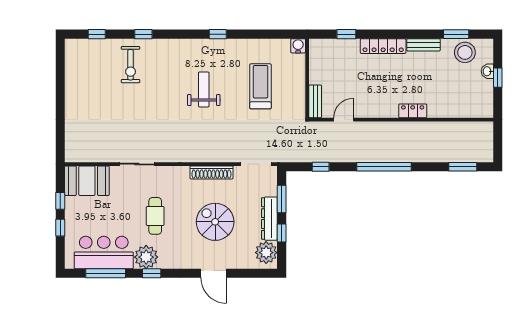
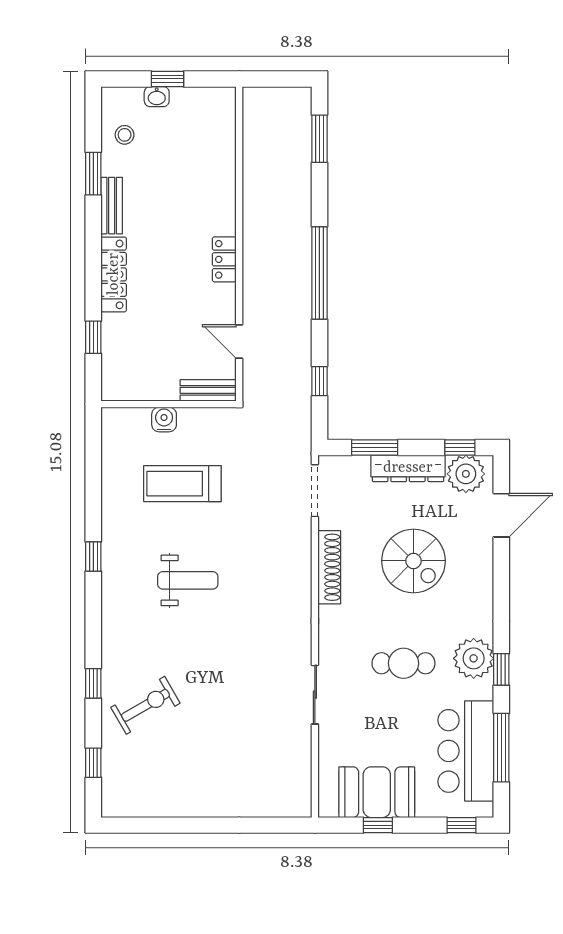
window: (456, 34) -> (93, 174), moved
water cooler: (298, 46) -> (164, 419), moved, turned 90
stool: (465, 52) -> (125, 135), width x0.53, depth x0.53
exercise bike: (131, 65) -> (145, 705), turned -30
weight bench: (204, 89) -> (188, 580), turned 180
locker: (413, 111) -> (224, 259), moved
booth: (87, 181) -> (377, 792), moved, turned 90
spiral stairs: (215, 222) -> (413, 561), turned -90
window: (60, 228) -> (461, 825), moved
window: (282, 233) -> (460, 448), moved
plant: (146, 257) -> (474, 658), moved
door: (214, 273) -> (501, 515), moved

